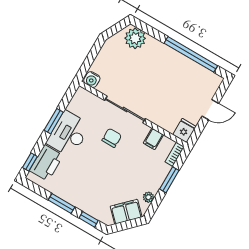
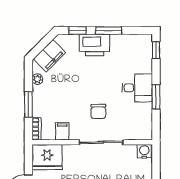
fridge: (184, 130) -> (47, 157), width x1.88, depth x1.34
desk: (68, 134) -> (137, 88), width x0.73
printer: (46, 163) -> (94, 45), moved, turned -90

